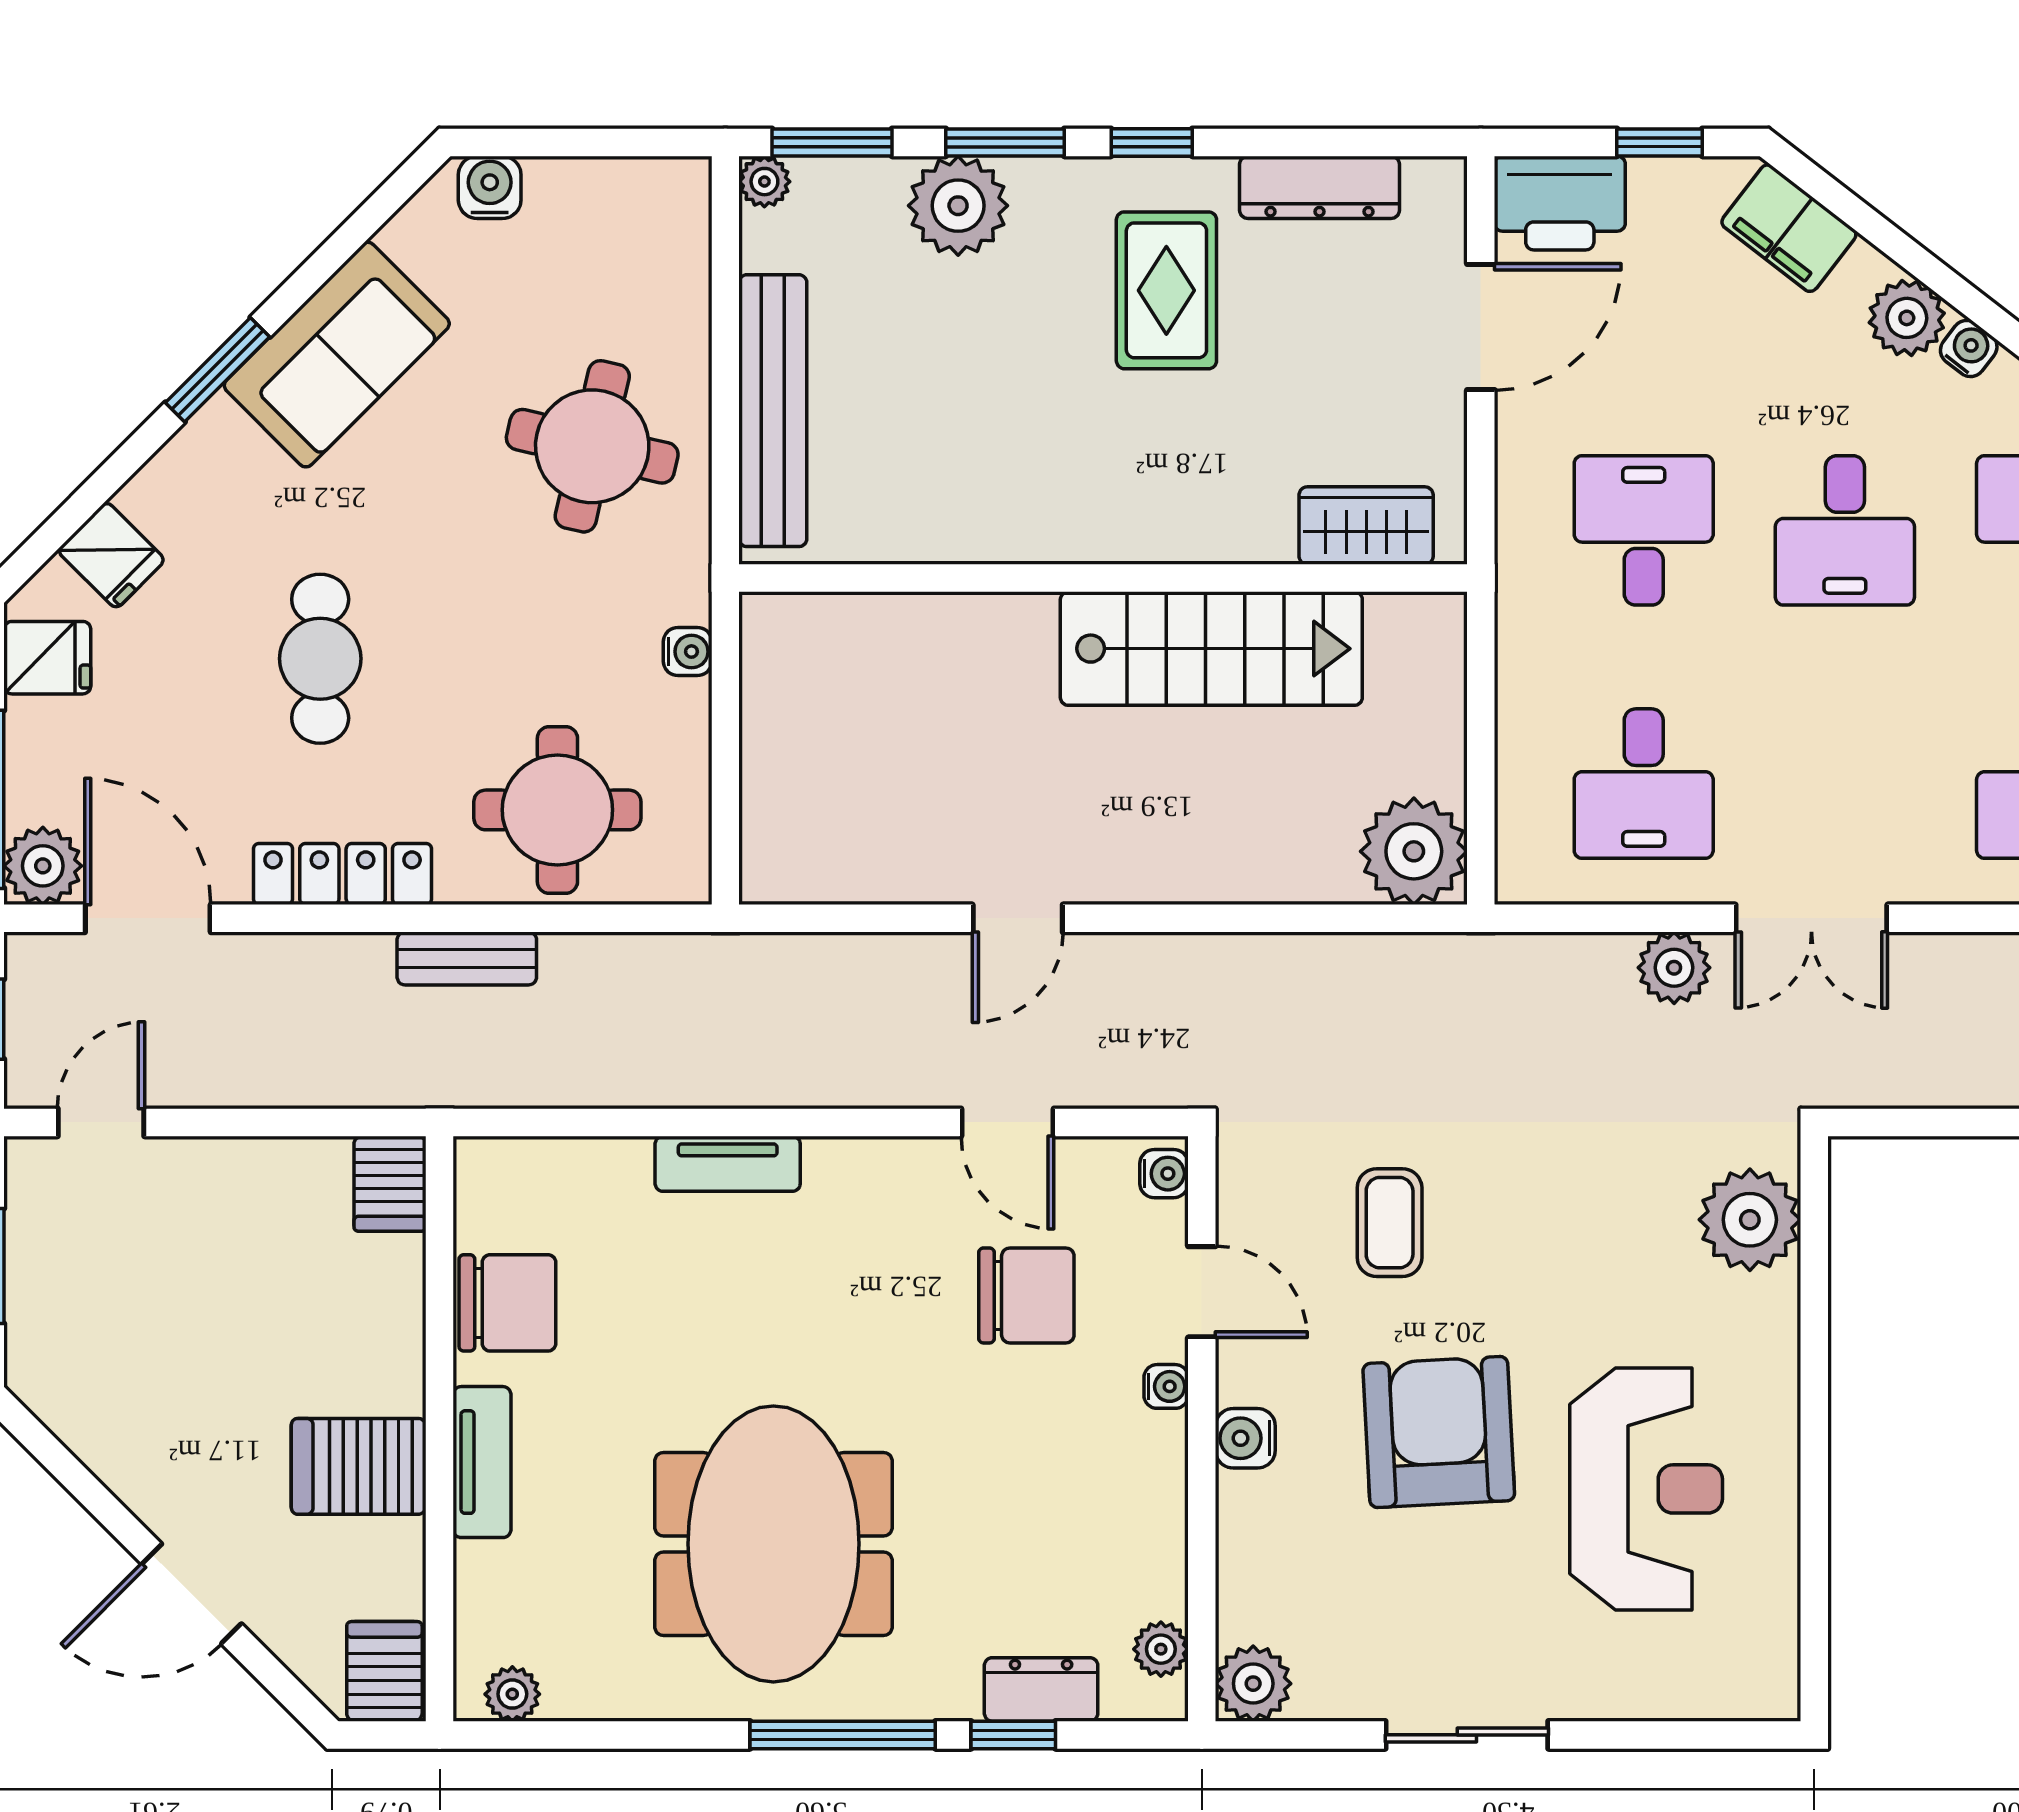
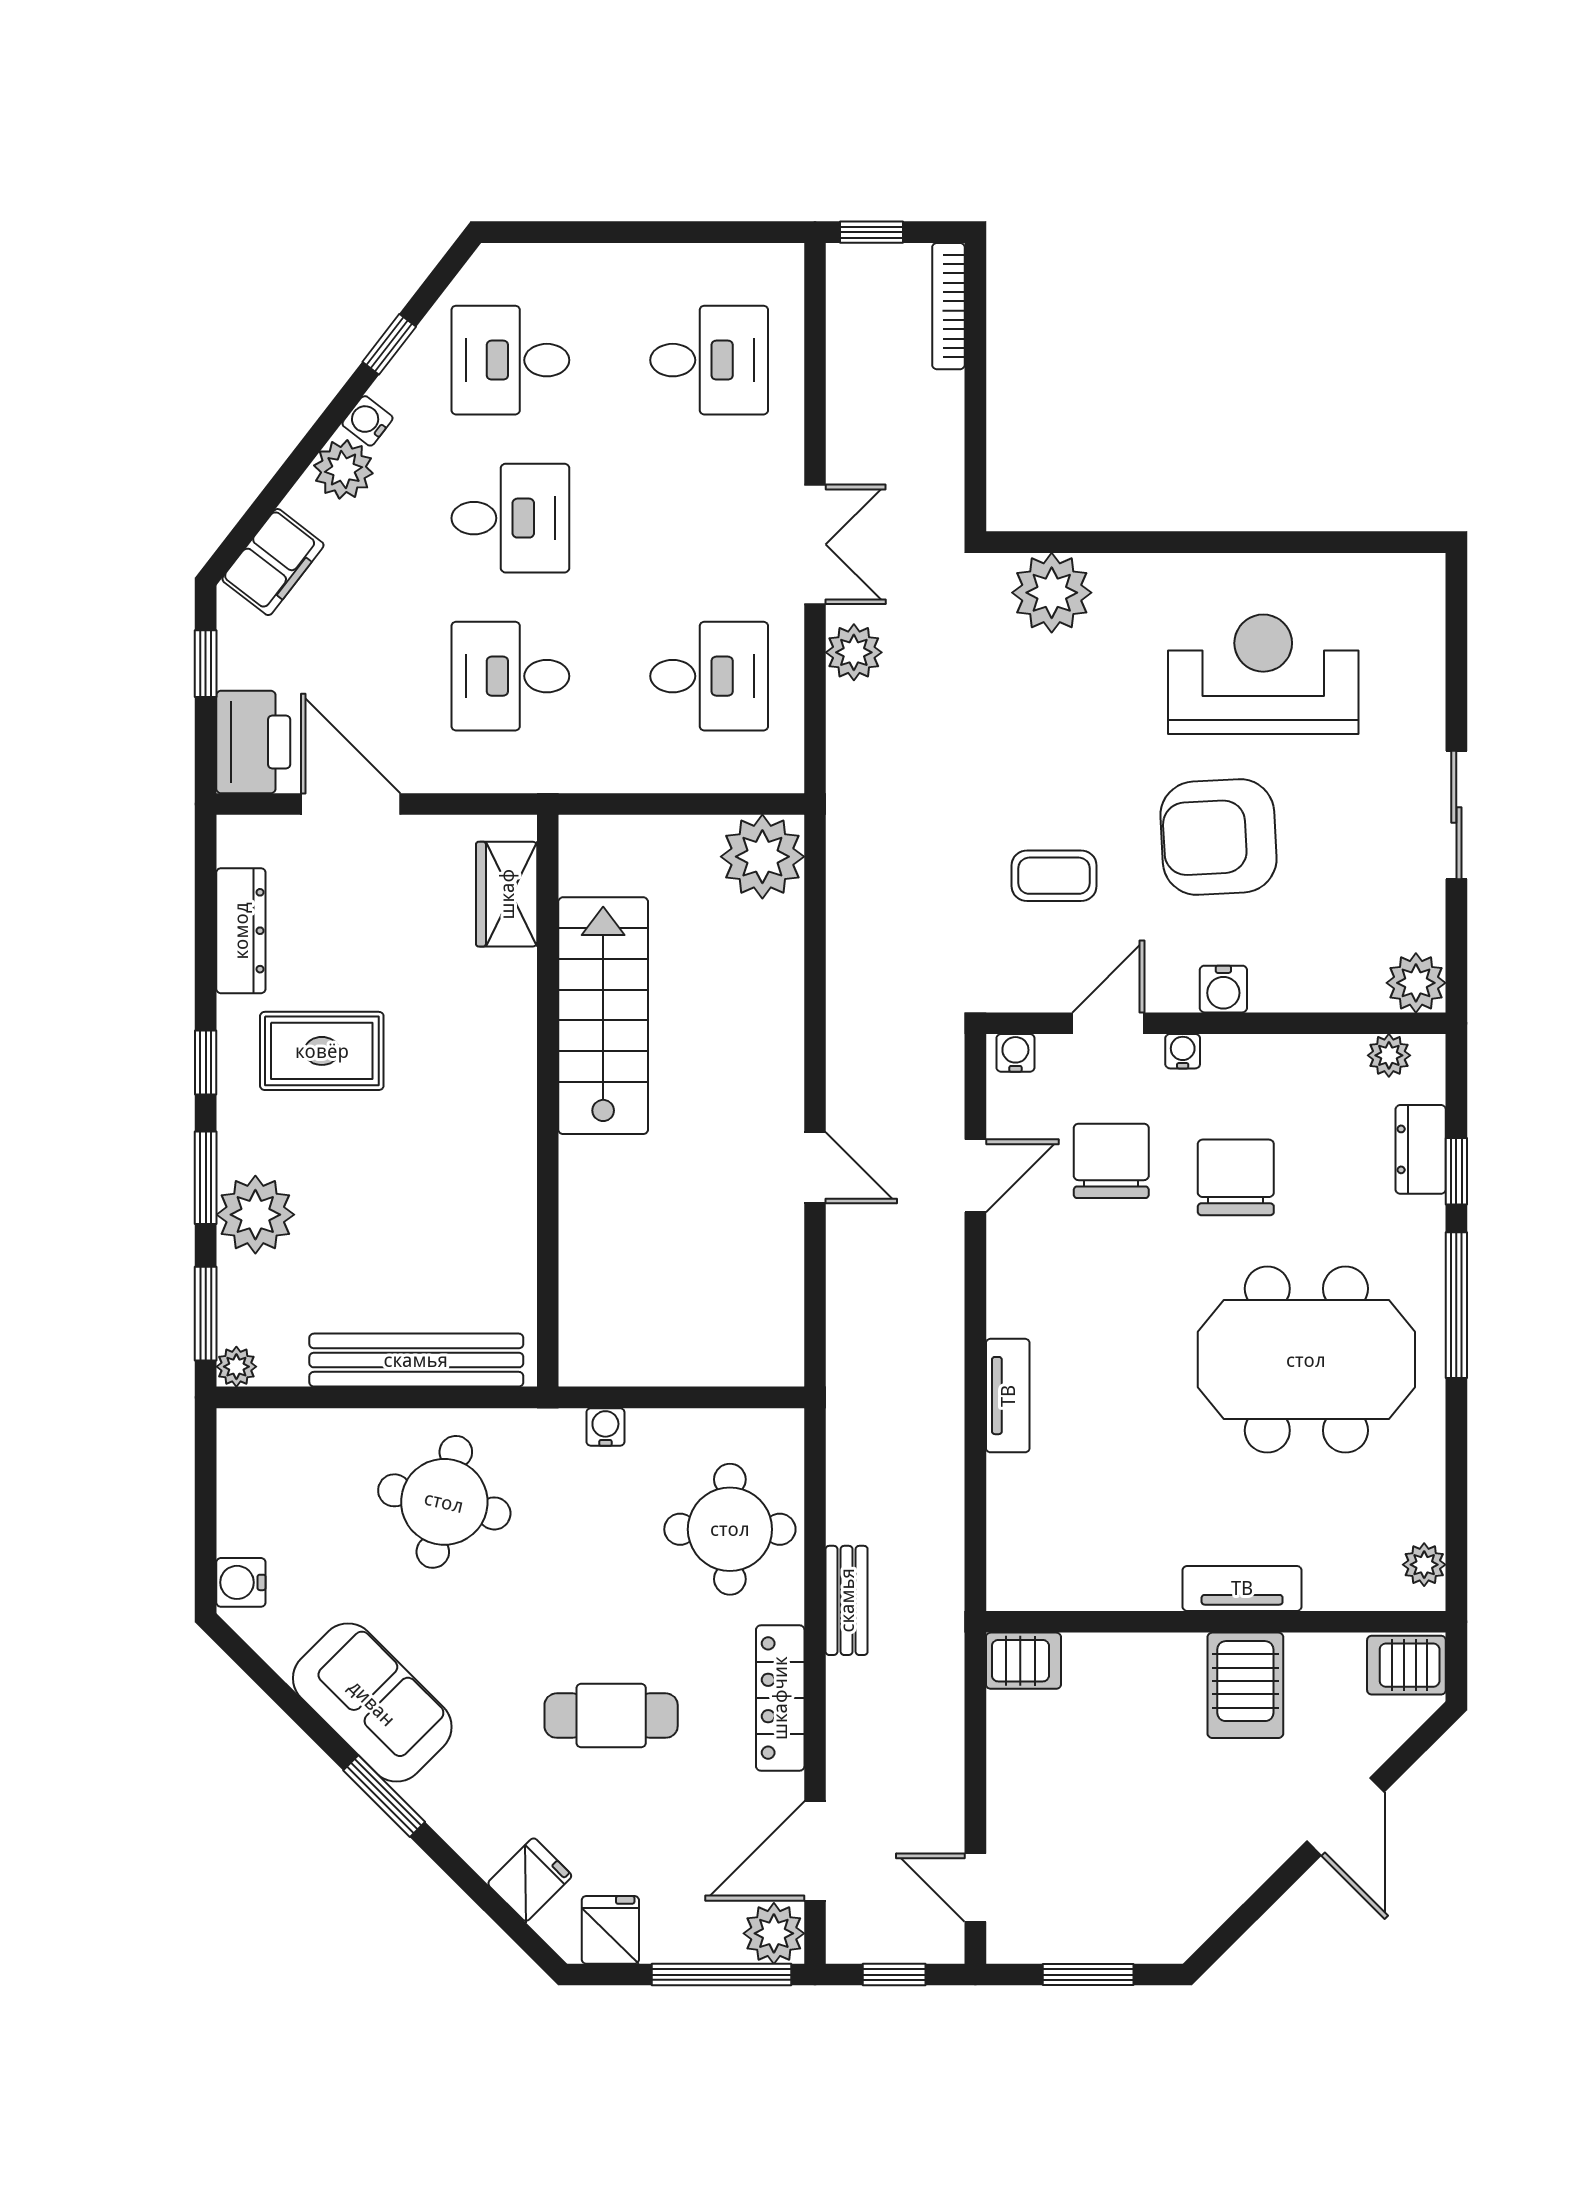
chair: (507, 1303) -> (1236, 1177), moved

